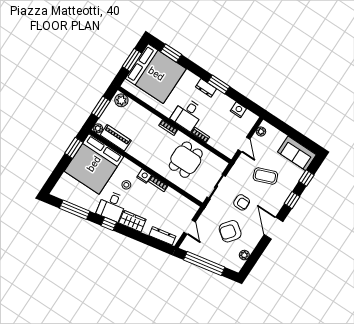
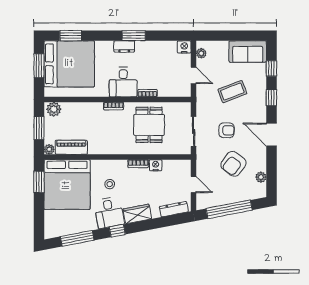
nightstand: (238, 110) -> (184, 47), moved
nightstand: (144, 176) -> (156, 165), moved

